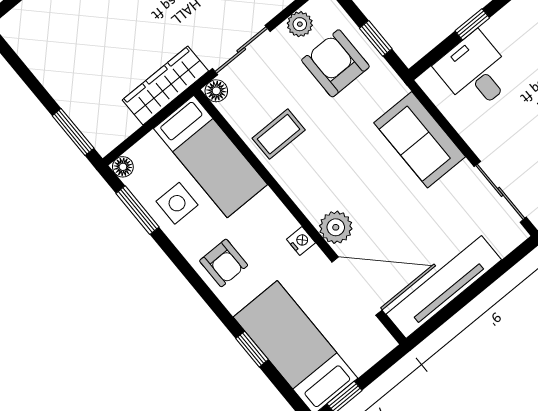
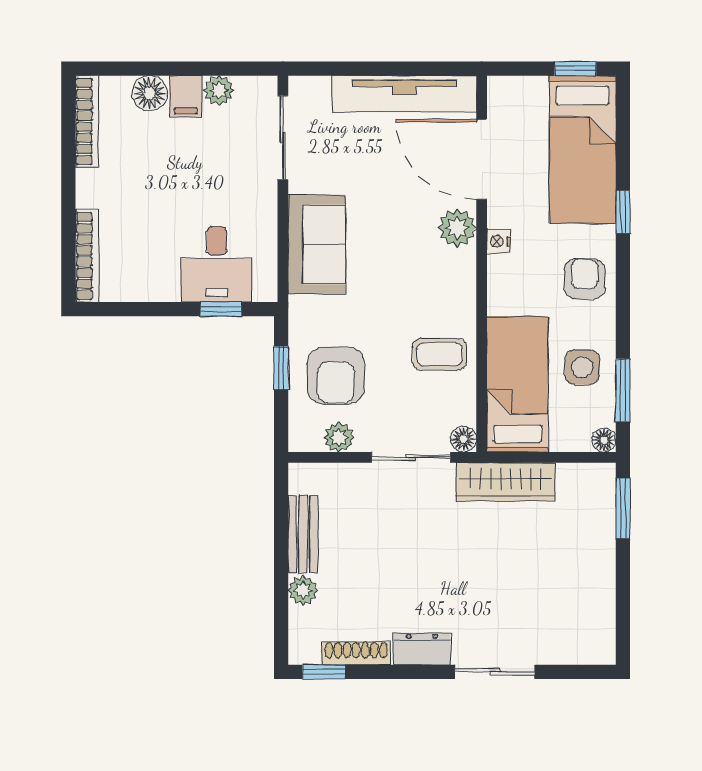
window: (472, 24) -> (221, 309), moved
window: (252, 349) -> (623, 212), moved

